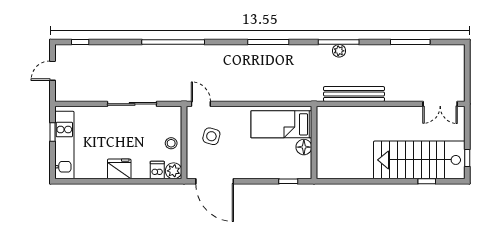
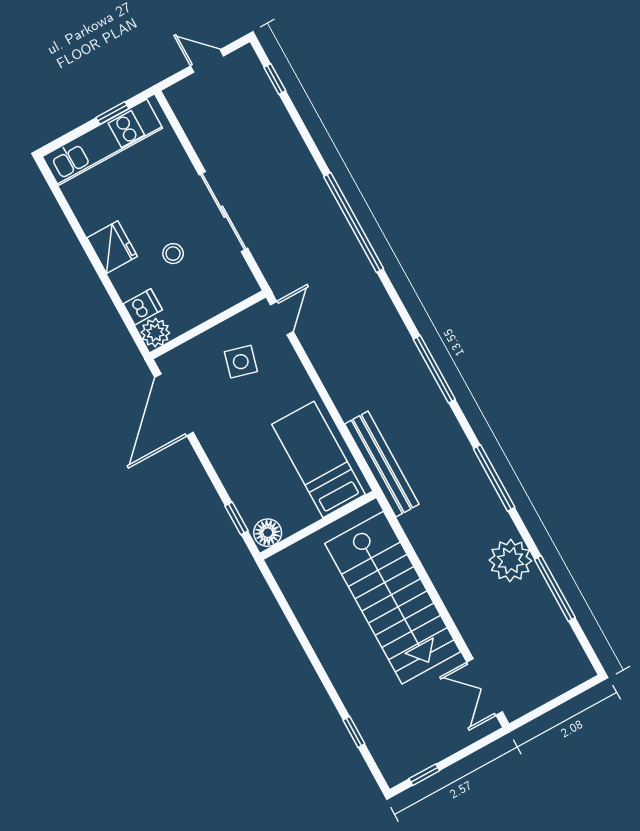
plant: (339, 51) -> (510, 560), moved, width x1.87, depth x1.87
bench: (354, 94) -> (382, 464), moved
stool: (171, 143) -> (173, 254), moved
floor lamp: (304, 147) -> (268, 533), moved
stairs: (419, 160) -> (393, 598), moved, turned 180

